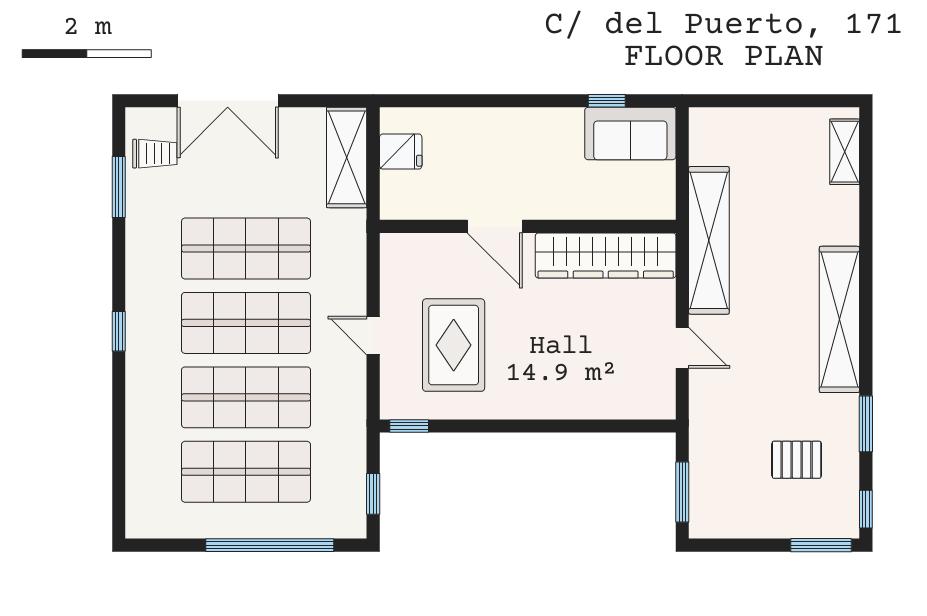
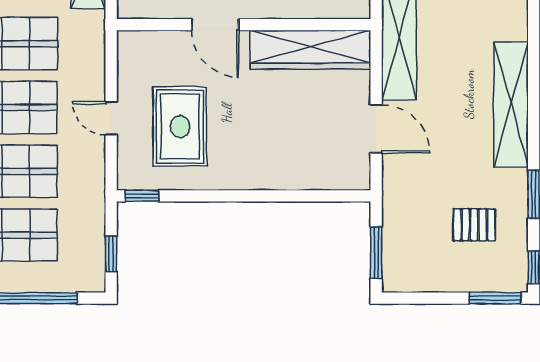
door: (682, 348) -> (376, 129), width x1.38

